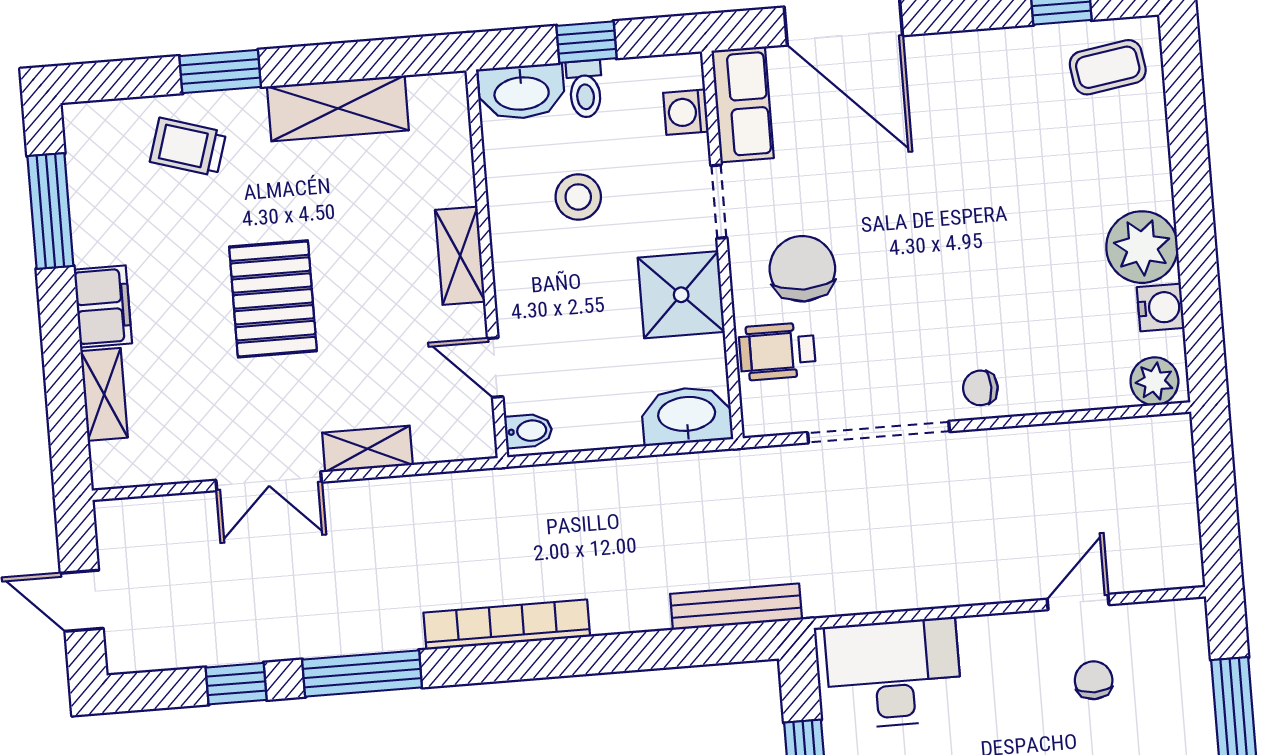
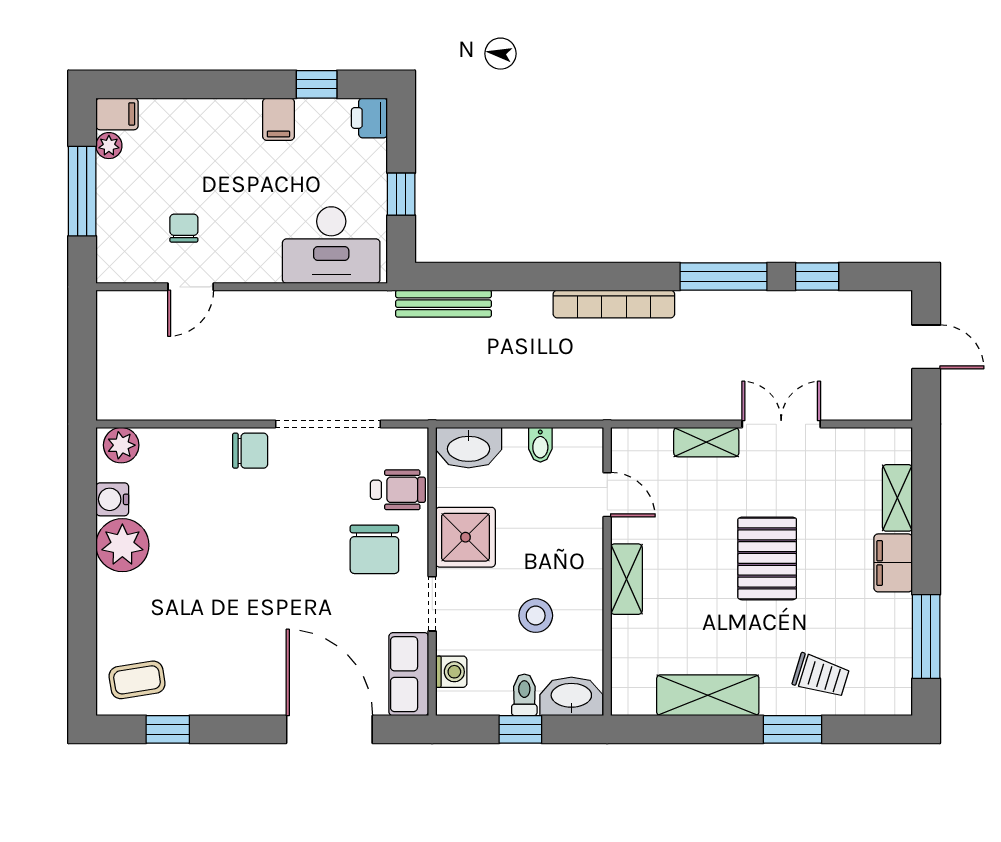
chair: (980, 388) -> (250, 451), width x1.37, depth x1.37
bidet: (528, 431) -> (540, 445), moved, turned -90
chair: (1094, 680) -> (184, 228), turned 180

